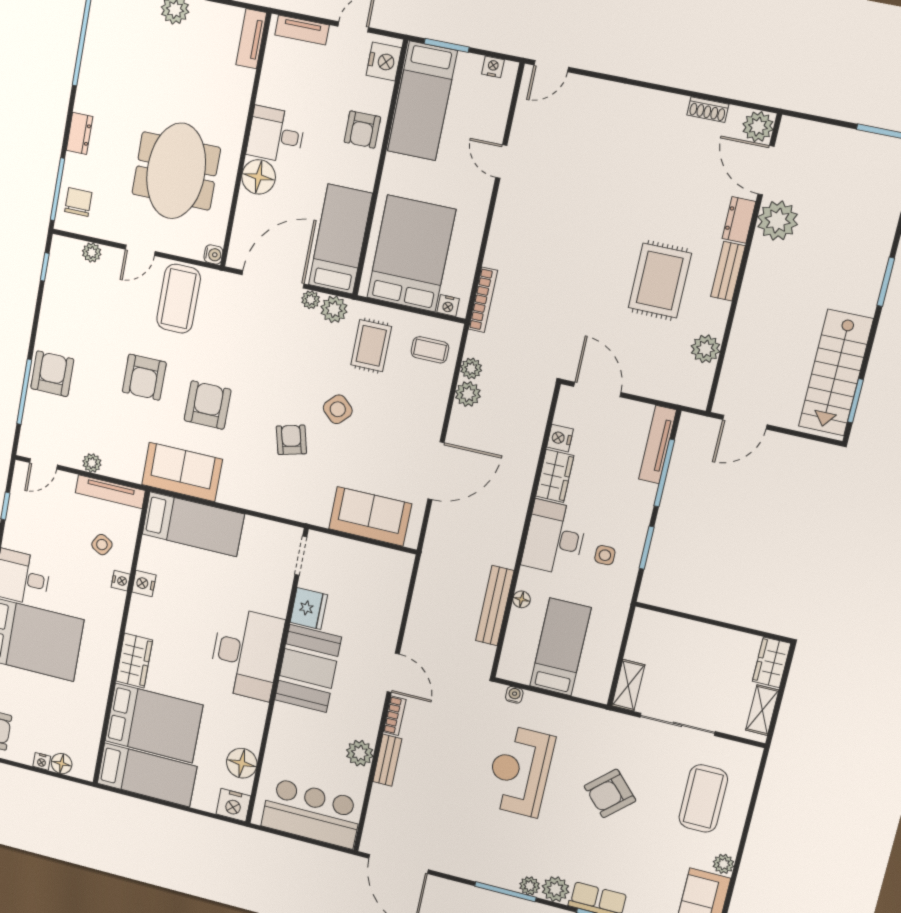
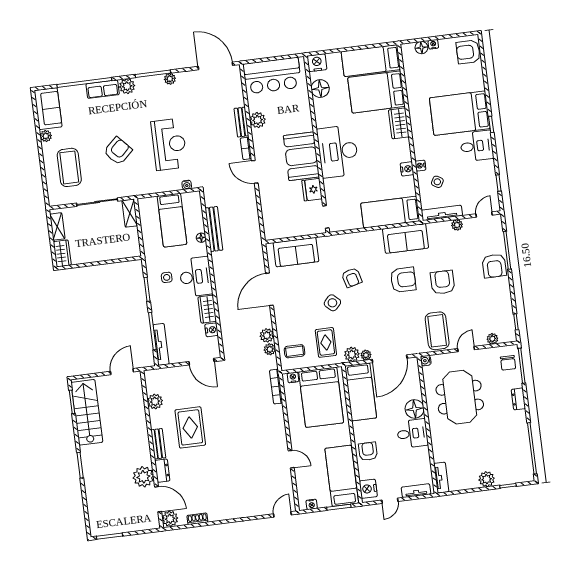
armchair: (208, 405) -> (403, 280), turned -90
plant: (530, 886) -> (170, 79), moved

